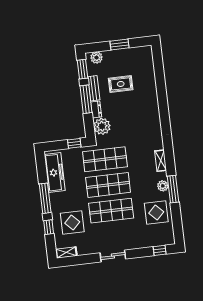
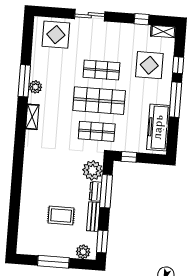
window: (119, 44) -> (53, 262), width x1.44
window: (86, 99) -> (106, 191), moved
shop shelf: (105, 159) -> (97, 131), width x0.70, depth x0.74
shop shelf: (111, 211) -> (101, 70), width x0.70, depth x0.74
display table: (156, 212) -> (56, 35), moved
window: (160, 250) -> (142, 19), moved
sliding door: (113, 256) -> (90, 15), moved

